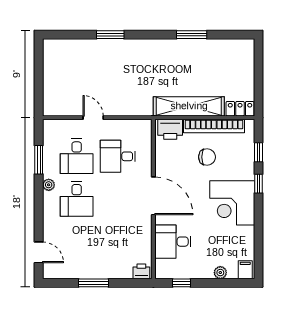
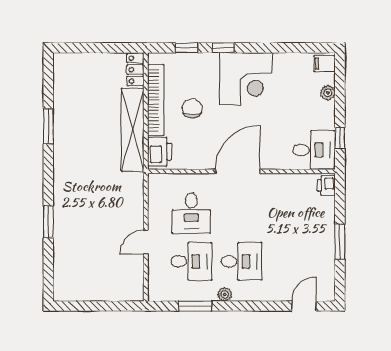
desk: (173, 242) -> (314, 150), moved, turned -90

